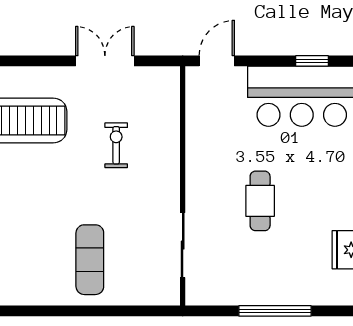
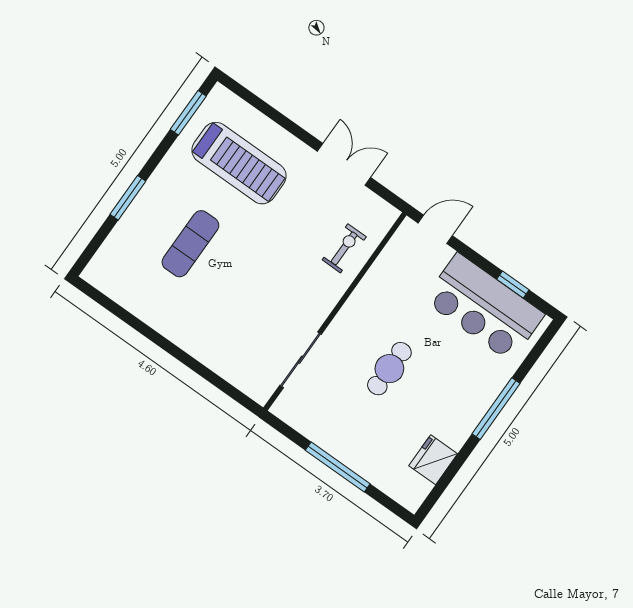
exercise bike: (116, 145) -> (344, 248), moved
exercise mat: (90, 260) -> (190, 244), moved

